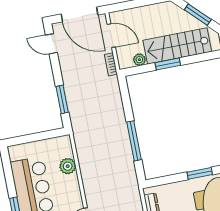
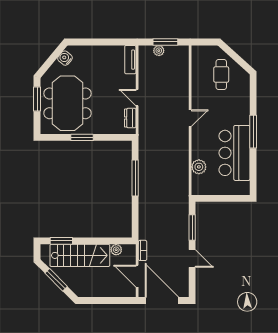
door: (51, 44) -> (192, 258), moved
window: (168, 64) -> (61, 241), moved

